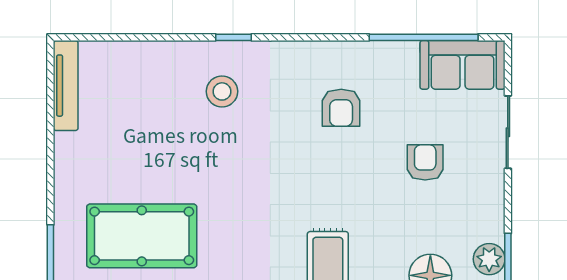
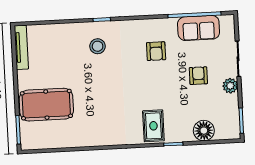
sofa: (463, 65) -> (199, 28), moved
pool table: (142, 236) -> (46, 105), moved
plant: (489, 259) -> (230, 86), moved

